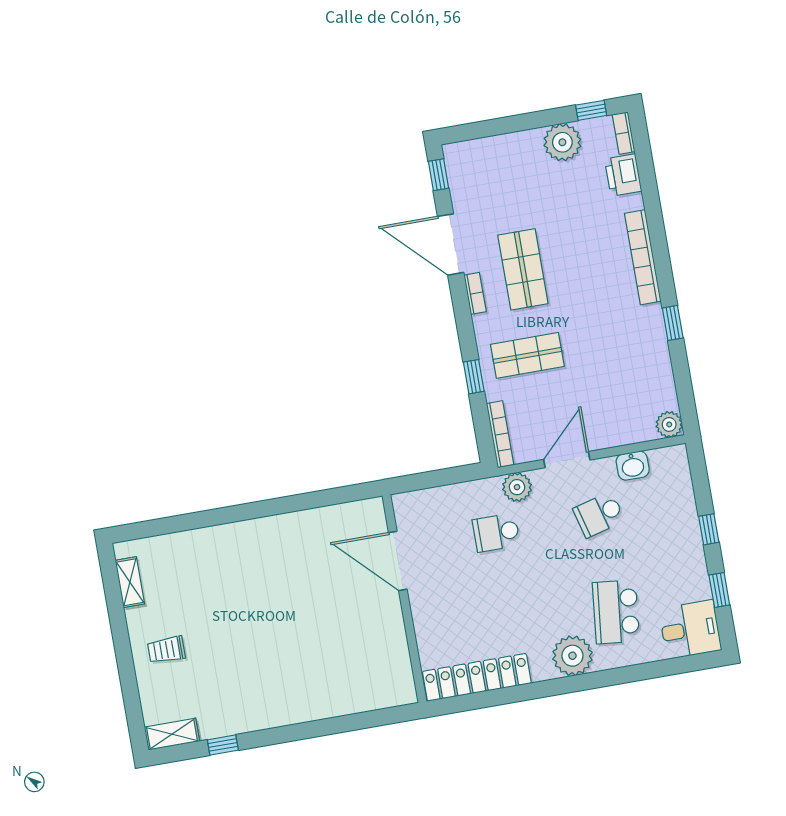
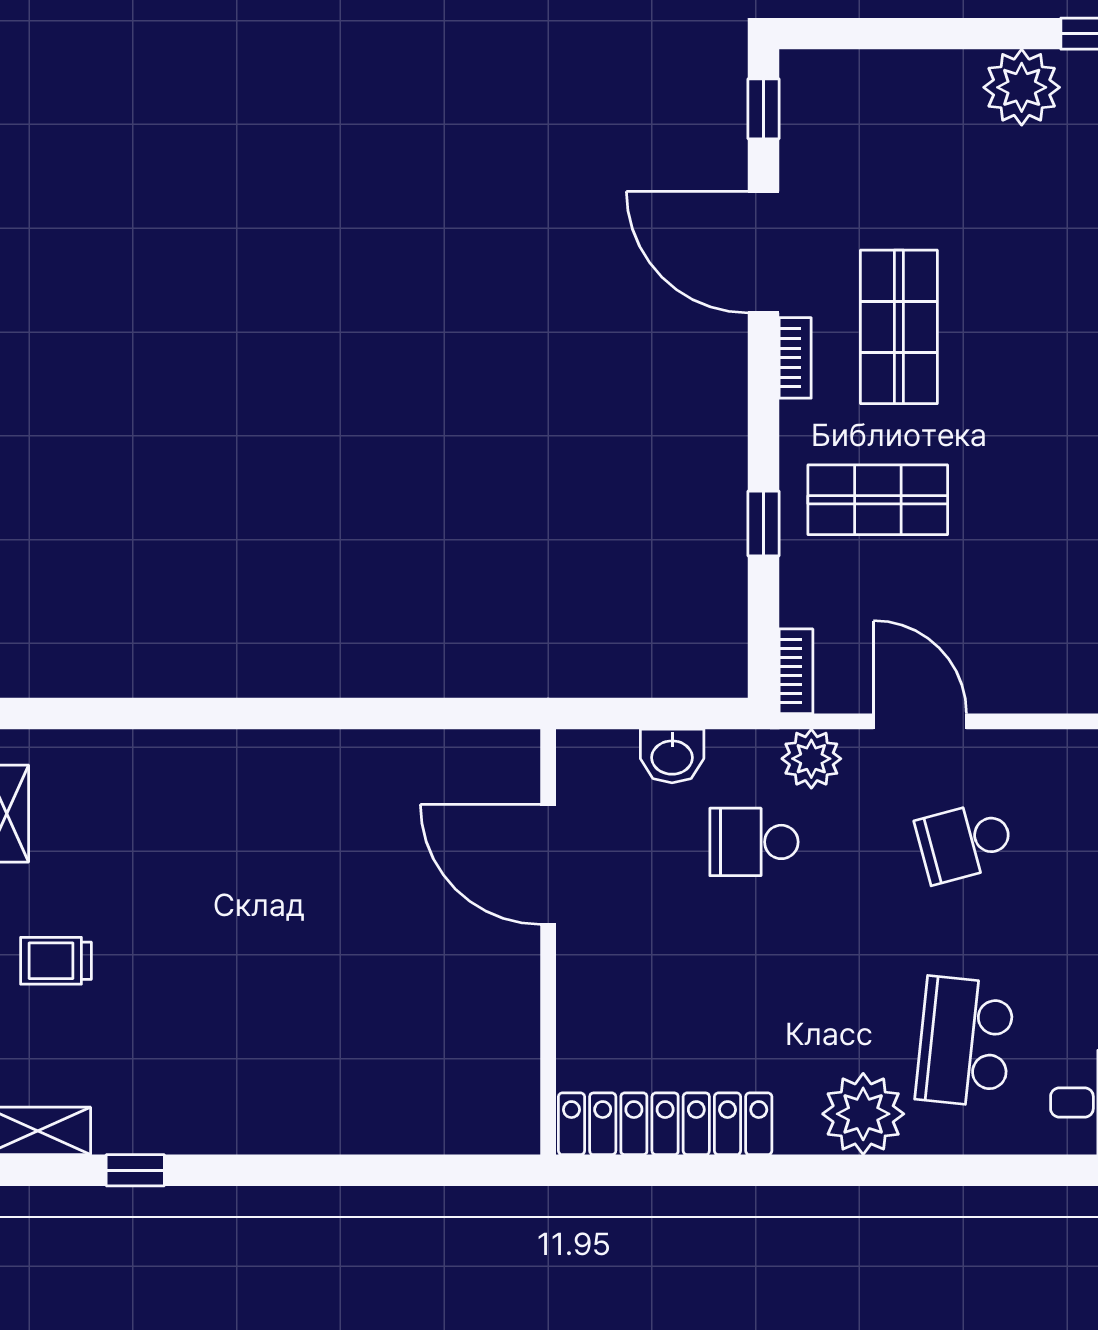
bookcase: (500, 434) -> (796, 671), width x0.64
door: (567, 460) -> (920, 721), hinge flipped
washbasin: (633, 466) -> (672, 756), moved

